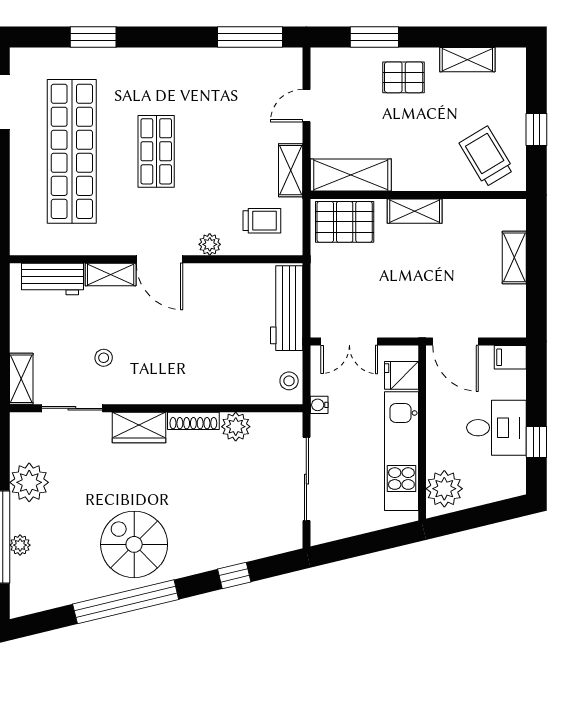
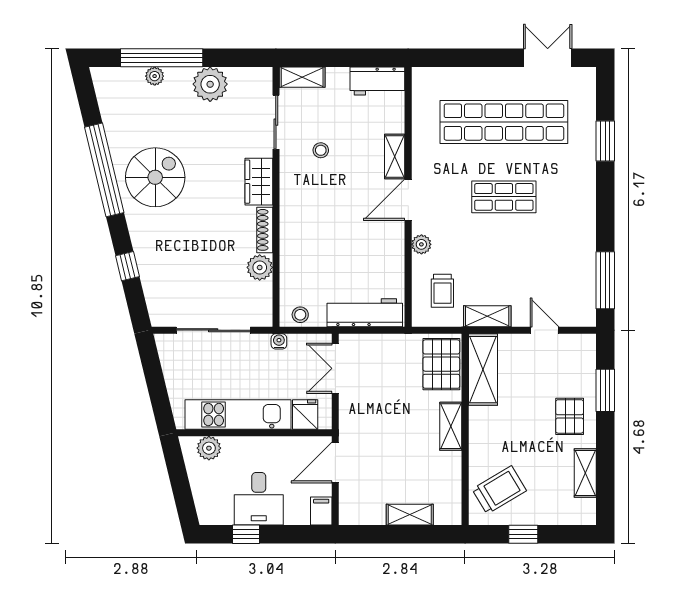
workbench: (52, 279) -> (377, 81), moved, turned -90
plant: (444, 489) -> (209, 448), width x0.73, depth x0.73

